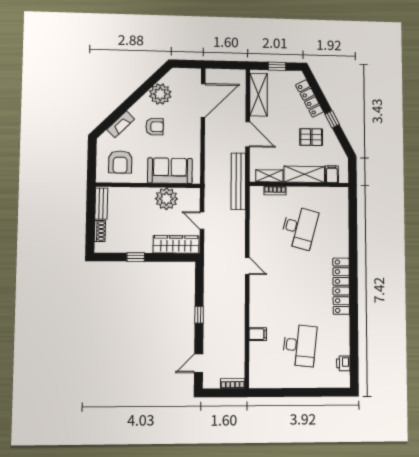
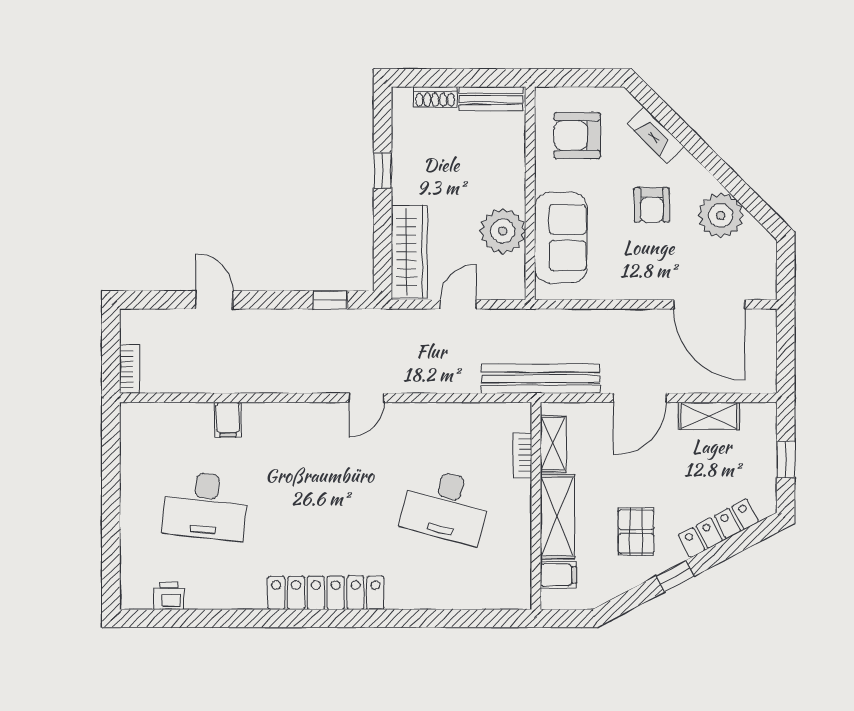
shelving: (259, 95) -> (709, 416), width x0.67, depth x0.75
window: (199, 315) -> (330, 300), moved
door: (199, 363) -> (214, 300), moved

